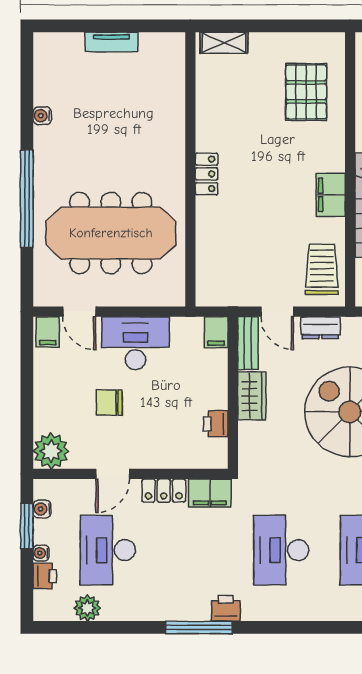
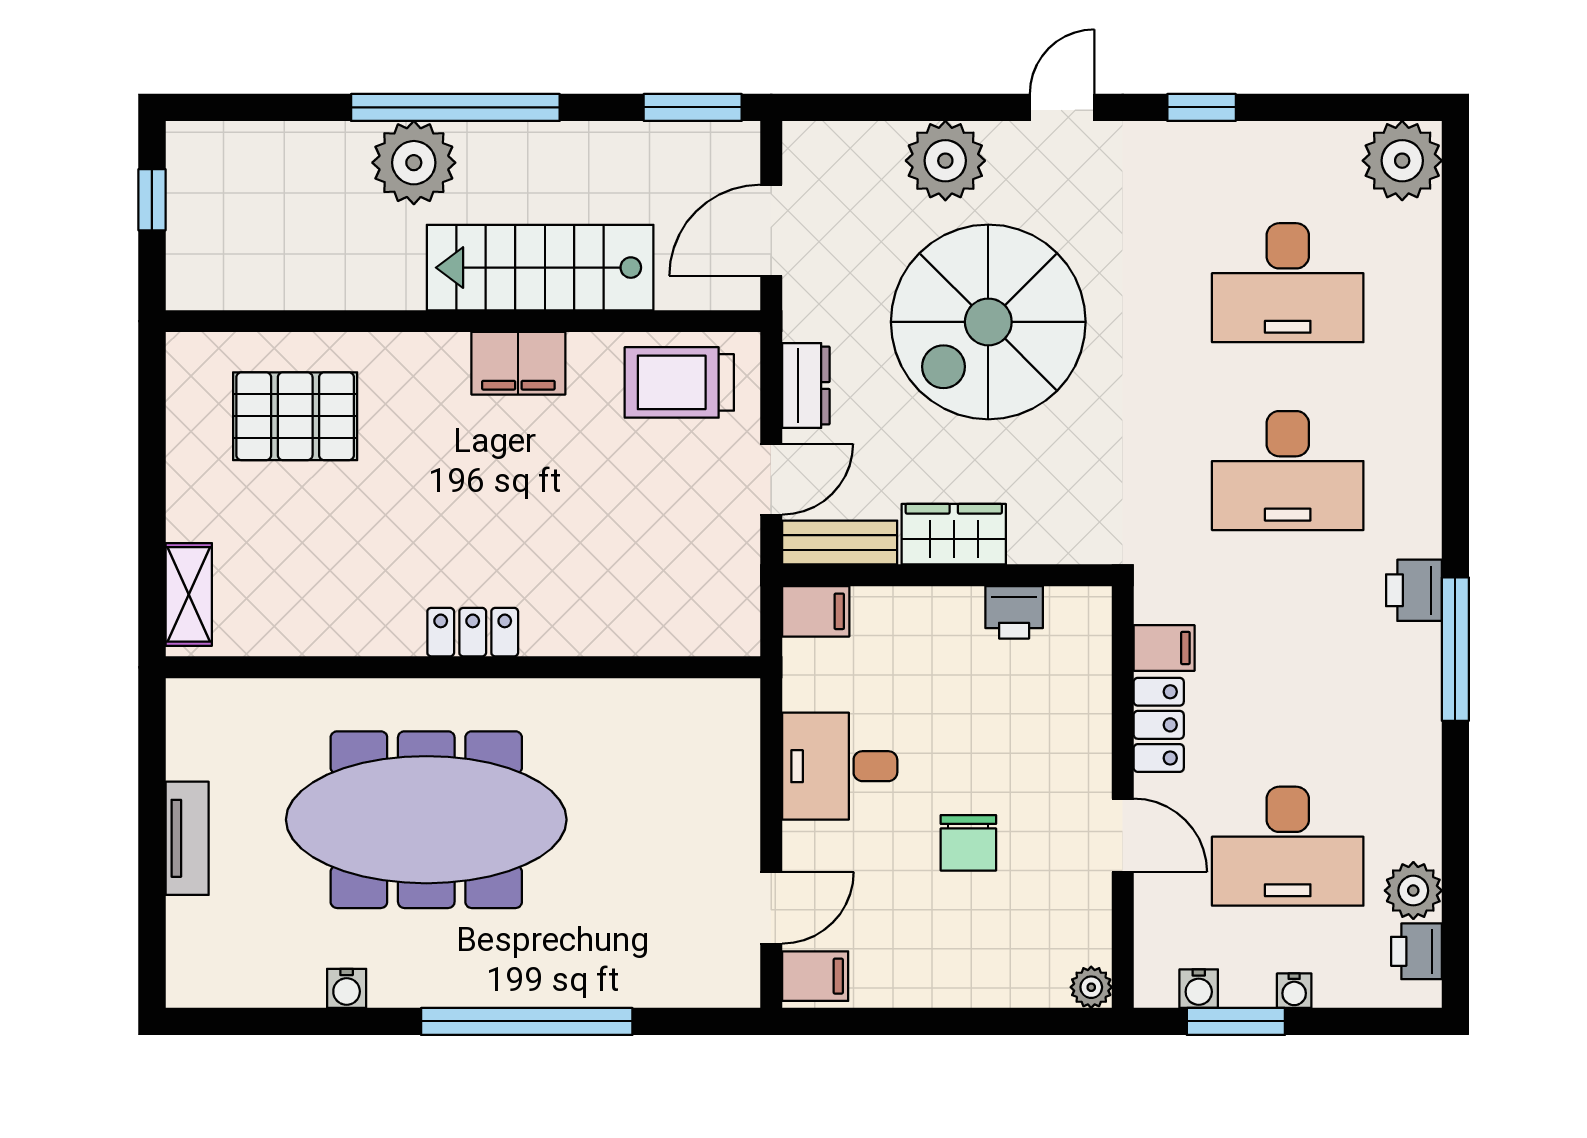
meeting table: (111, 233) -> (426, 820), moved, turned 90
desk: (135, 343) -> (840, 766), width x0.73
plant: (51, 451) -> (1091, 987), width x0.53, depth x0.53
filing cabinet: (210, 493) -> (1164, 648), width x0.50
printer: (45, 576) -> (1416, 951), moved, turned -90

